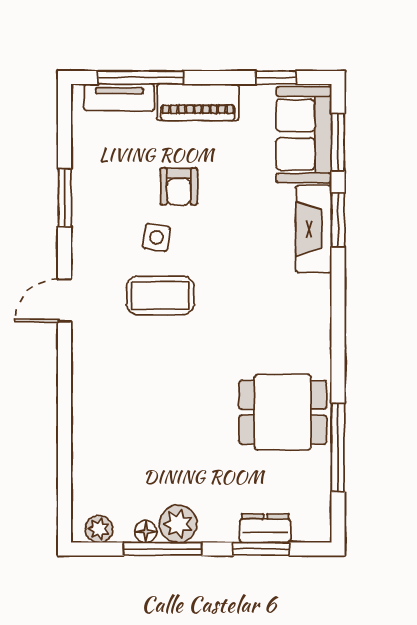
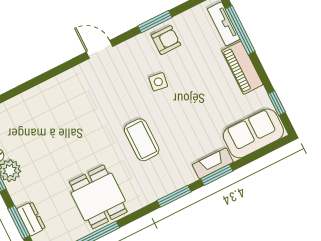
window: (338, 142) -> (174, 196), moved
armchair: (179, 186) -> (166, 40), moved, turned 180
fireplace: (314, 229) -> (213, 163), width x0.73, depth x0.76
coffee table: (160, 296) -> (142, 140), moved

